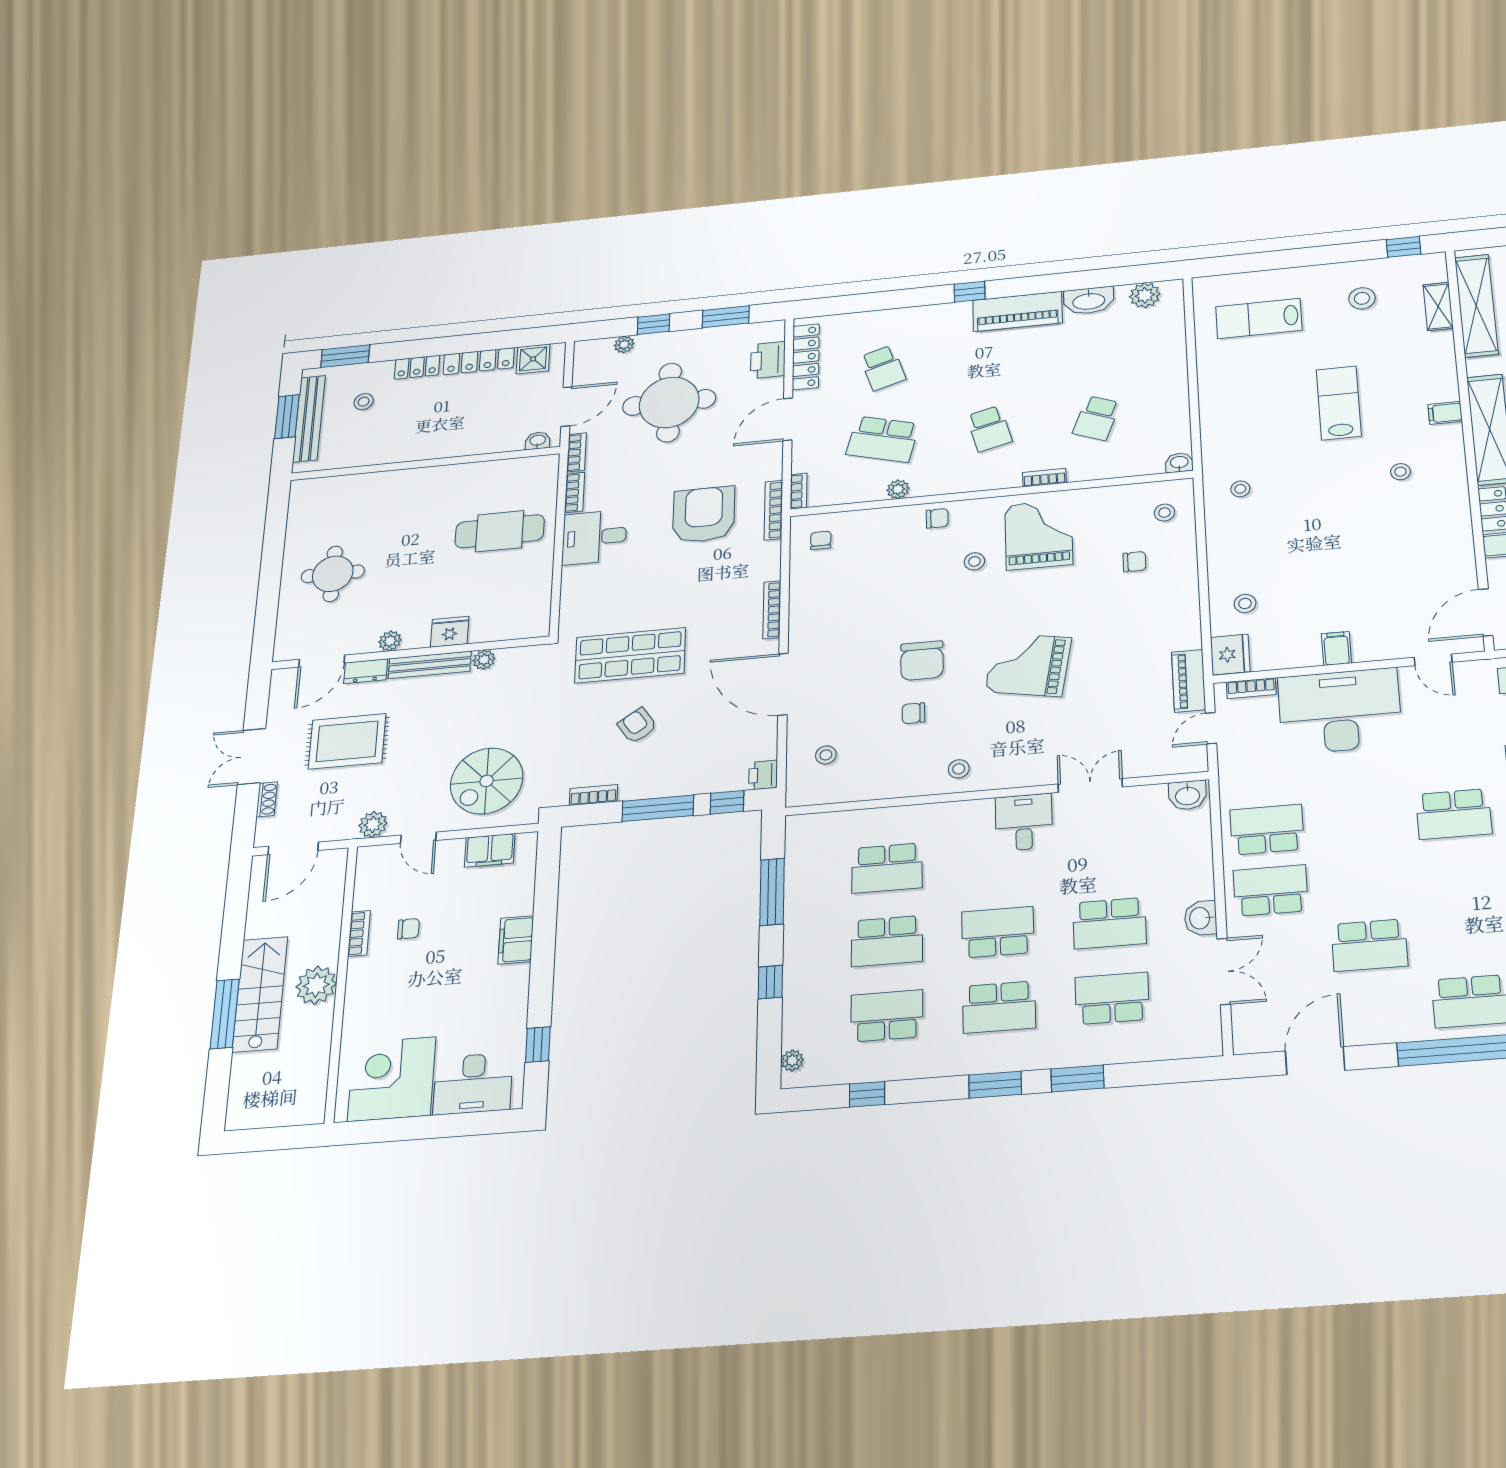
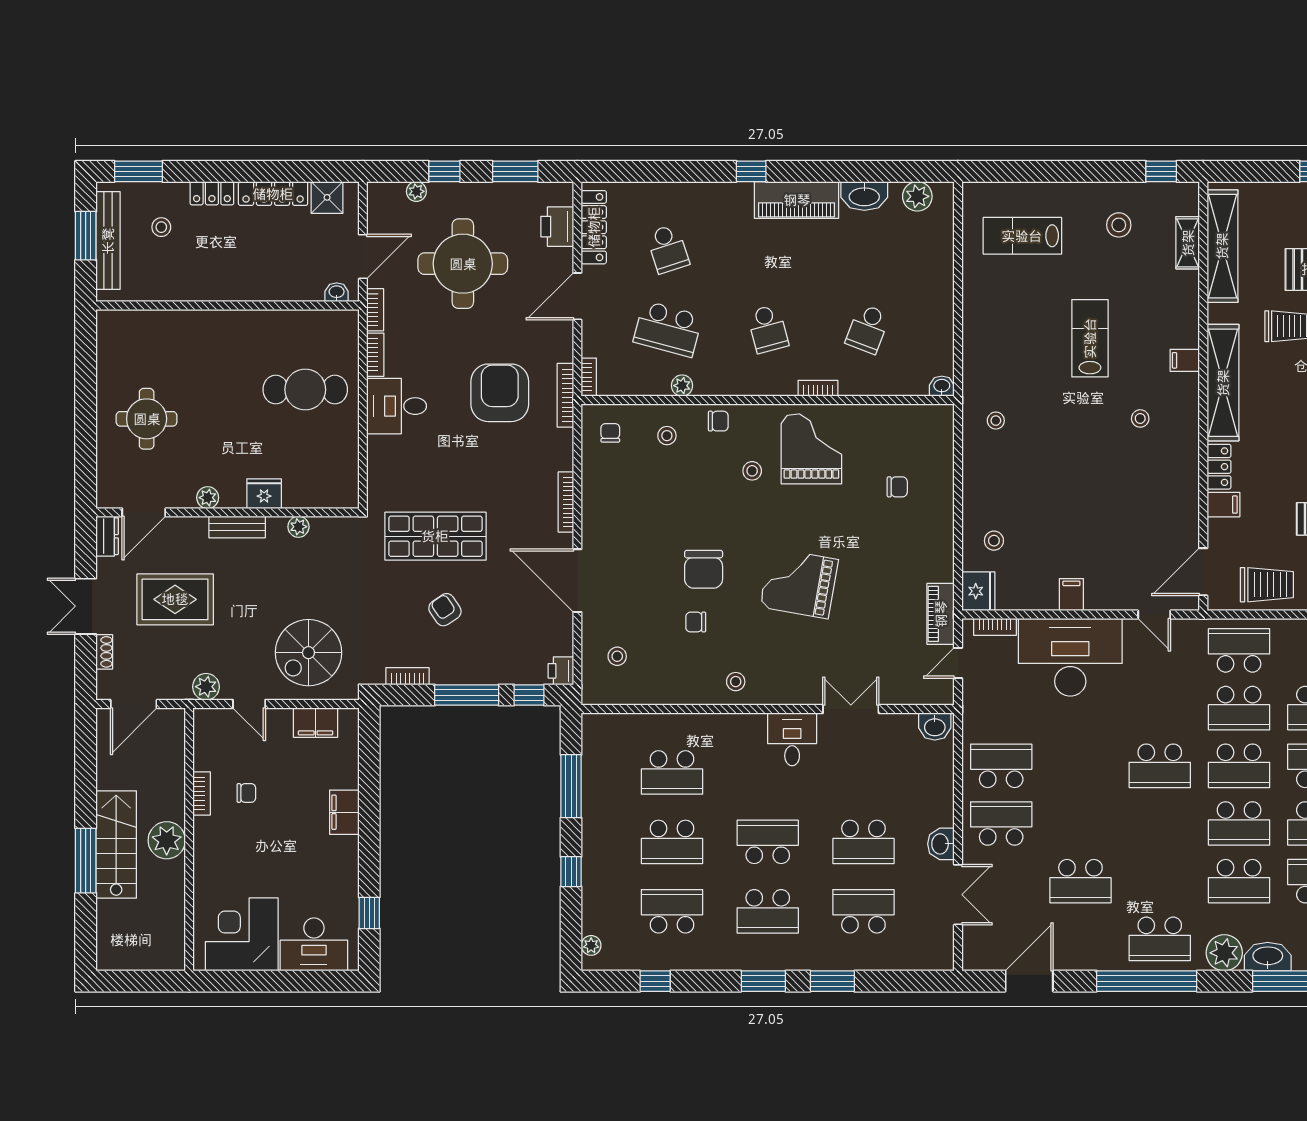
stool: (1164, 513) -> (667, 436), moved
bench: (430, 665) -> (237, 527), width x0.73
dresser: (366, 671) -> (107, 536), moved, turned -90

